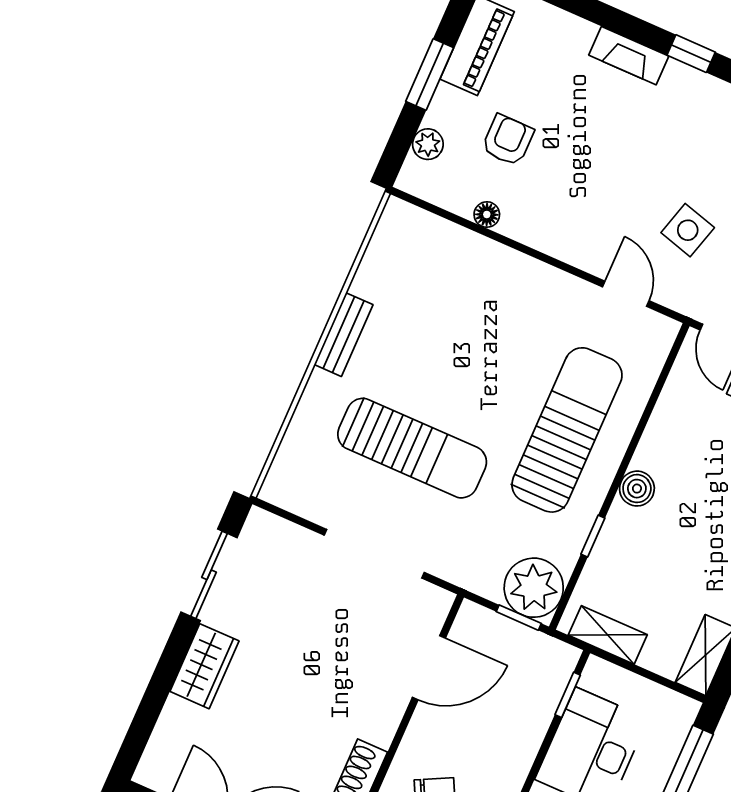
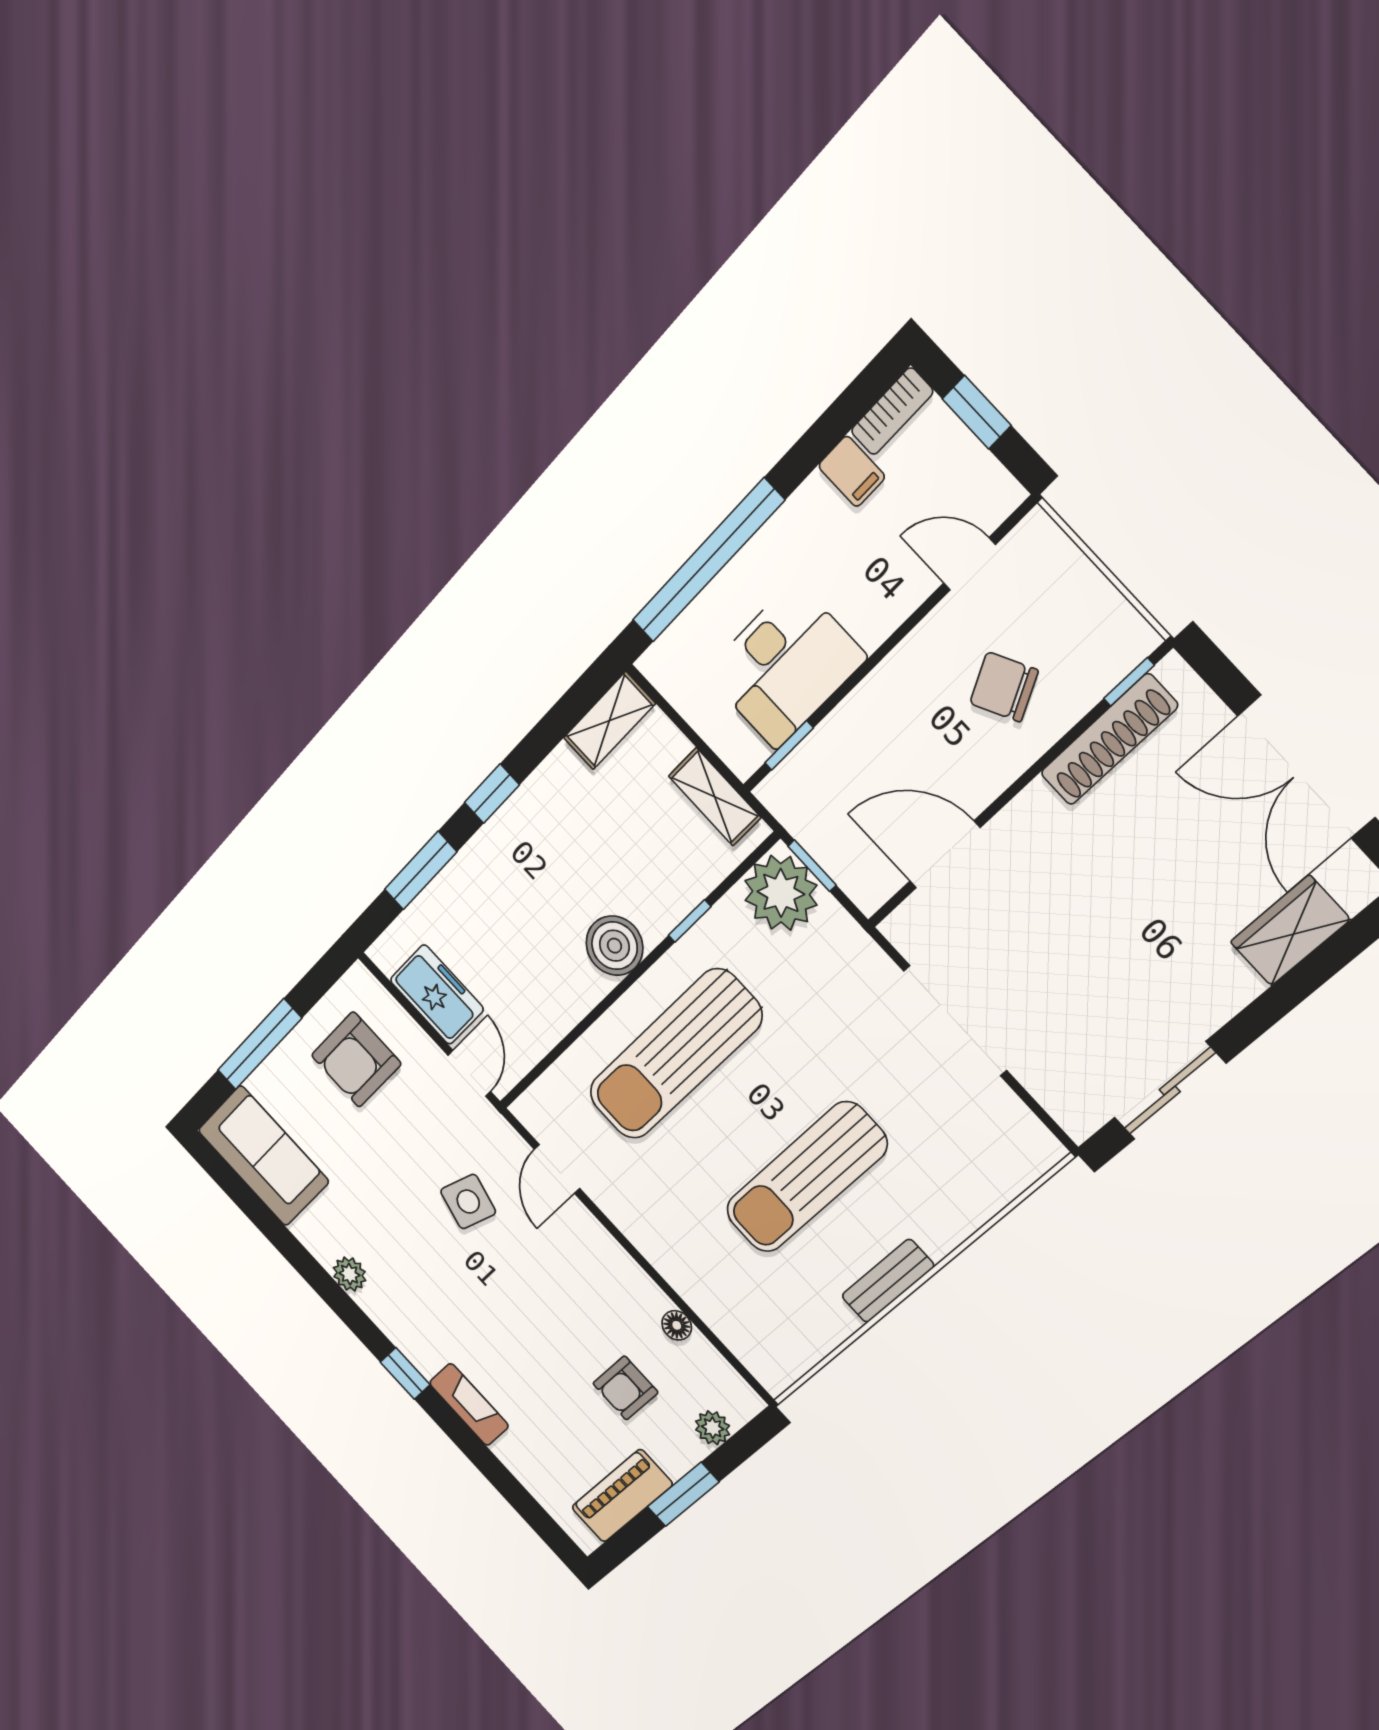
sun lounger: (412, 448) -> (806, 1177), moved, turned -90
boiler: (637, 489) -> (614, 946), width x1.36, depth x1.36
wardrobe: (204, 666) -> (1290, 931), moved

